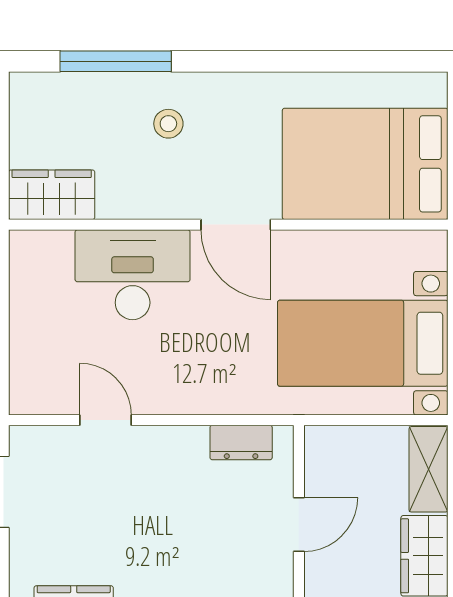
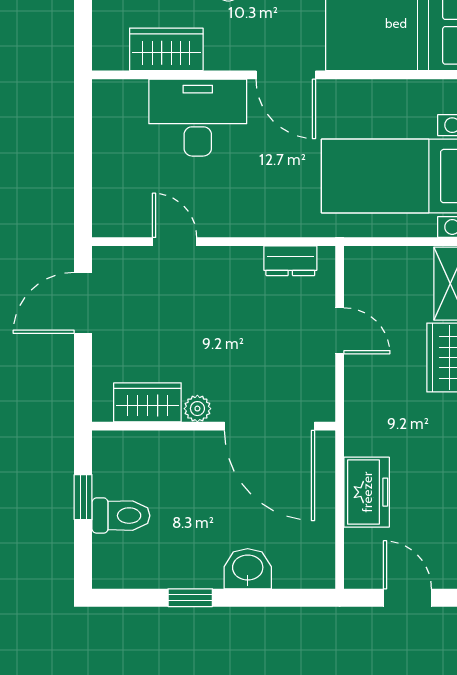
wardrobe: (52, 195) -> (166, 49), moved
door: (299, 525) -> (340, 331), hinge flipped

